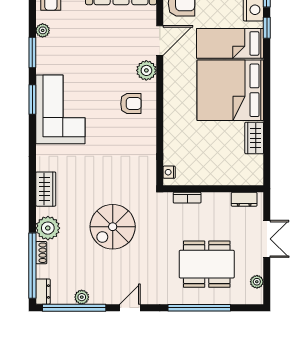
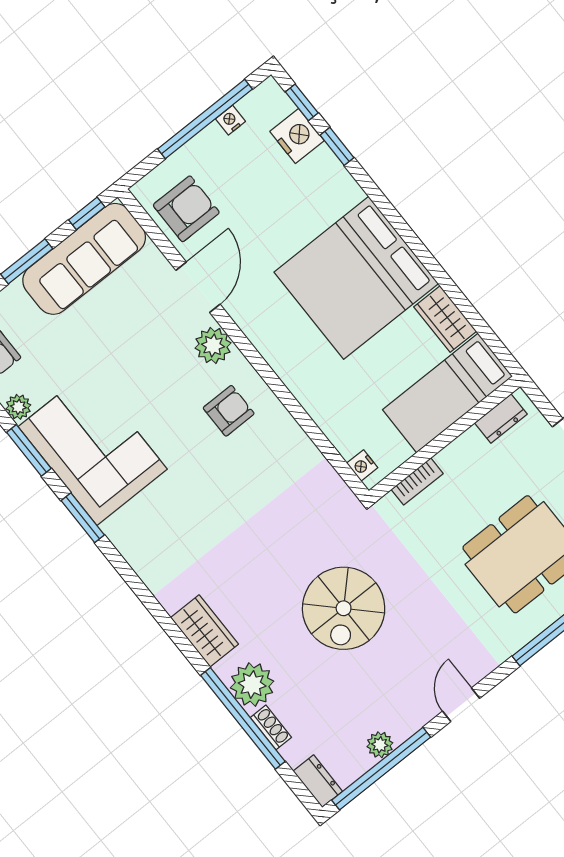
bed: (230, 43) -> (447, 393), moved
corner sofa: (60, 109) -> (93, 448), moved
window: (32, 266) -> (243, 718), moved

